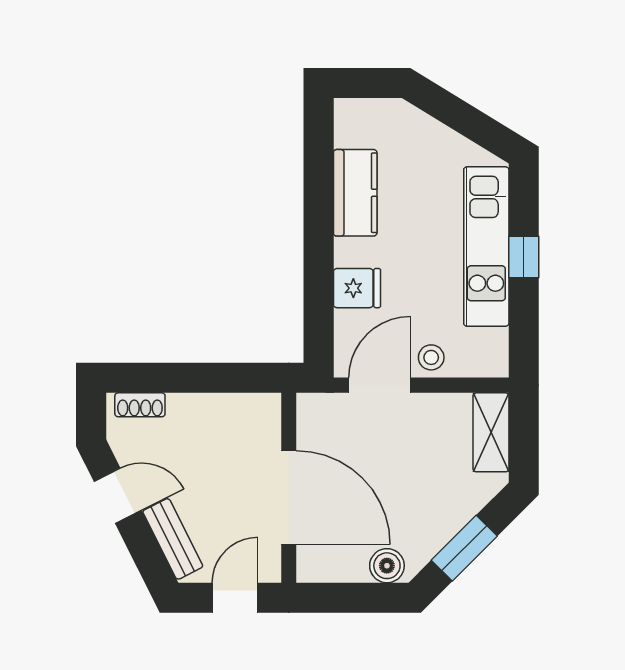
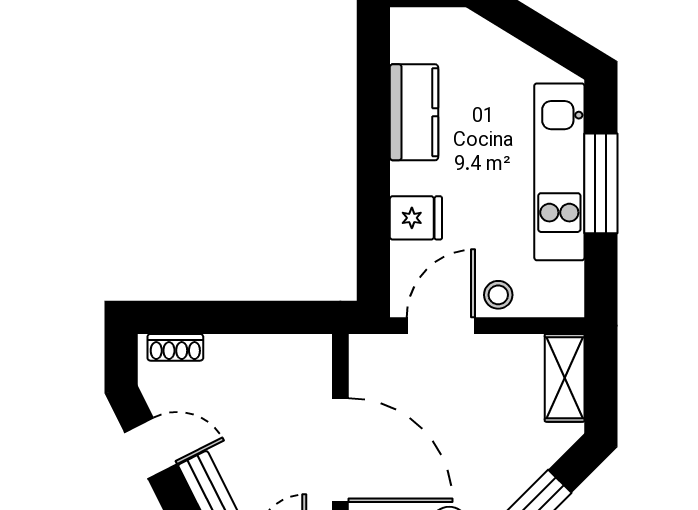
window: (524, 257) -> (601, 183), width x2.17

